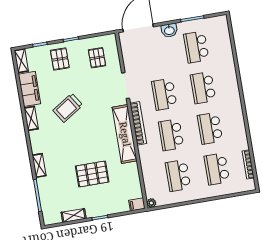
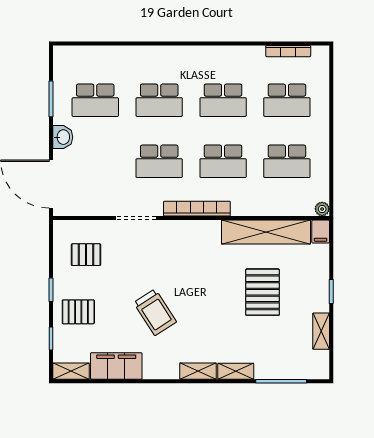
shelving: (31, 118) -> (198, 371), moved
shelving: (125, 134) -> (266, 232), moved

